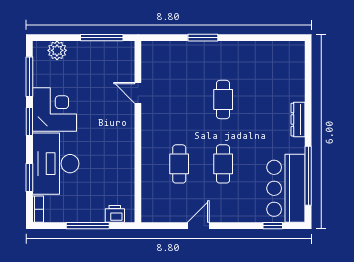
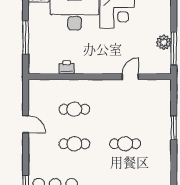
plant: (57, 50) -> (164, 42), moved
printer: (115, 214) -> (67, 67), moved, turned -90

